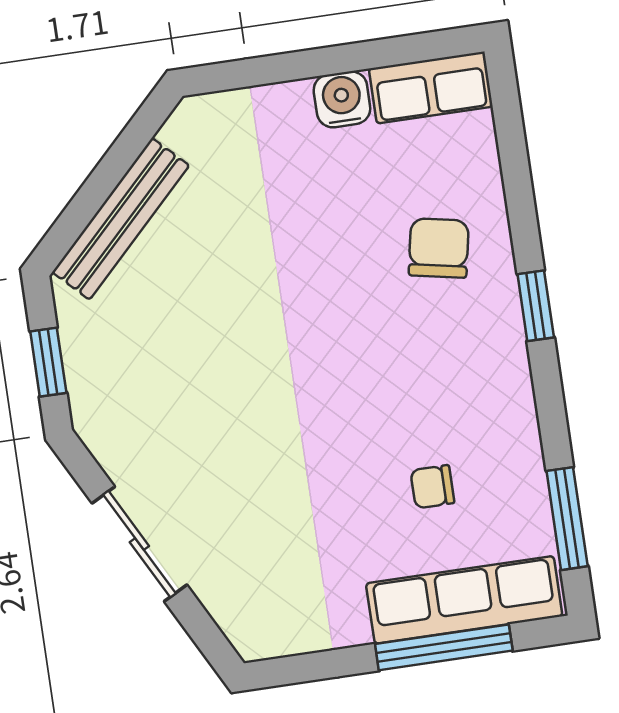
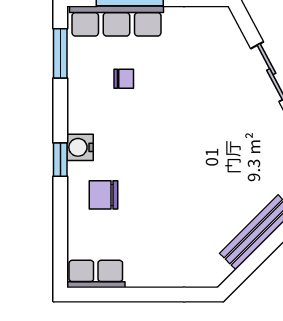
water cooler: (342, 99) -> (80, 147), moved, turned 90
chair: (439, 248) -> (104, 195), turned 79

